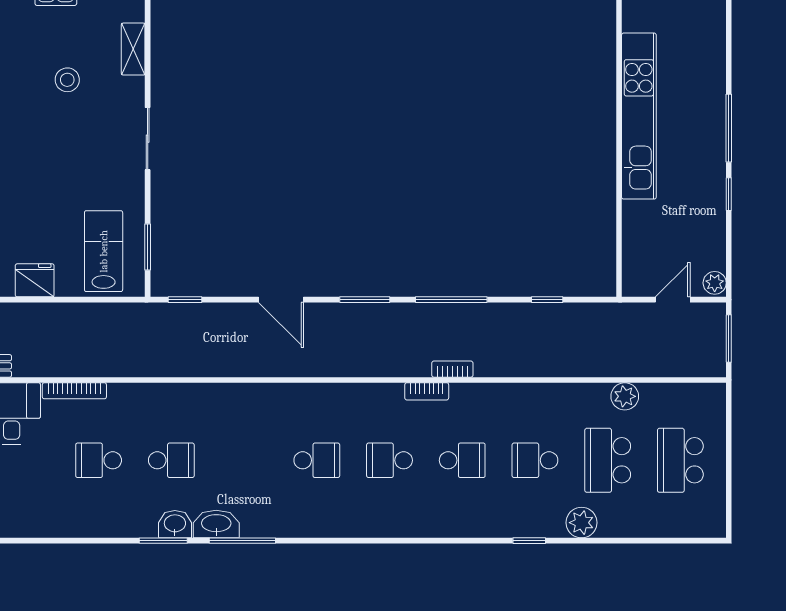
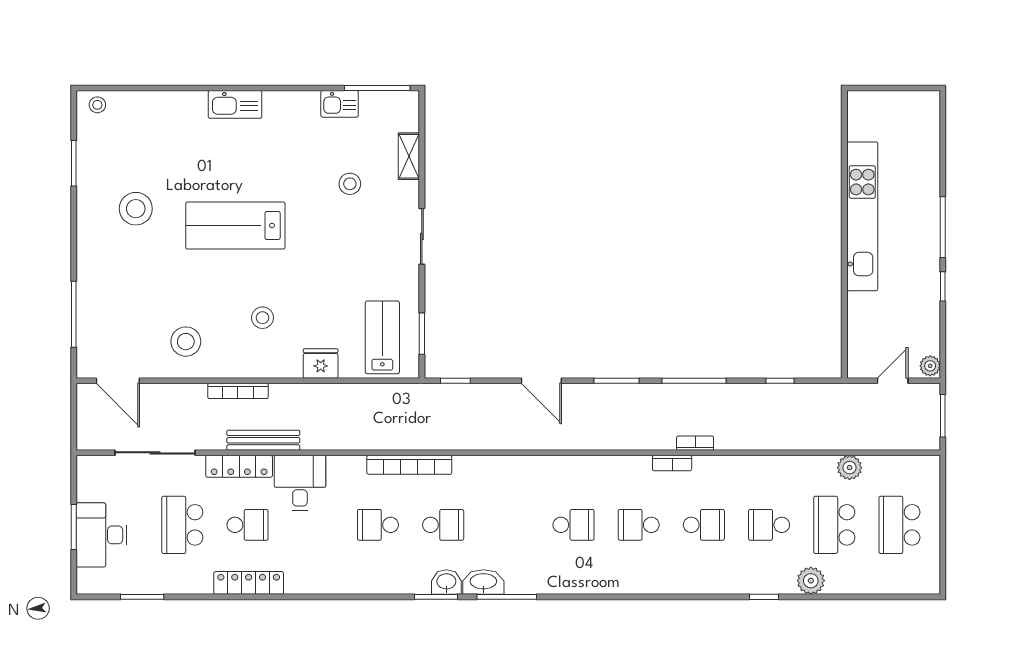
bookcase: (74, 391) -> (409, 465), moved, width x1.48, depth x1.31

